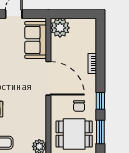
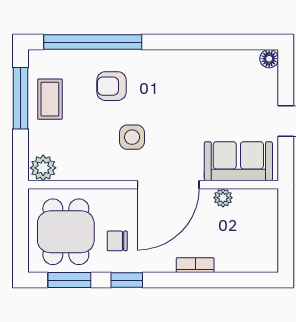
plant: (60, 28) -> (223, 198), moved, width x0.53, depth x0.53
side table: (23, 98) -> (132, 137), added

